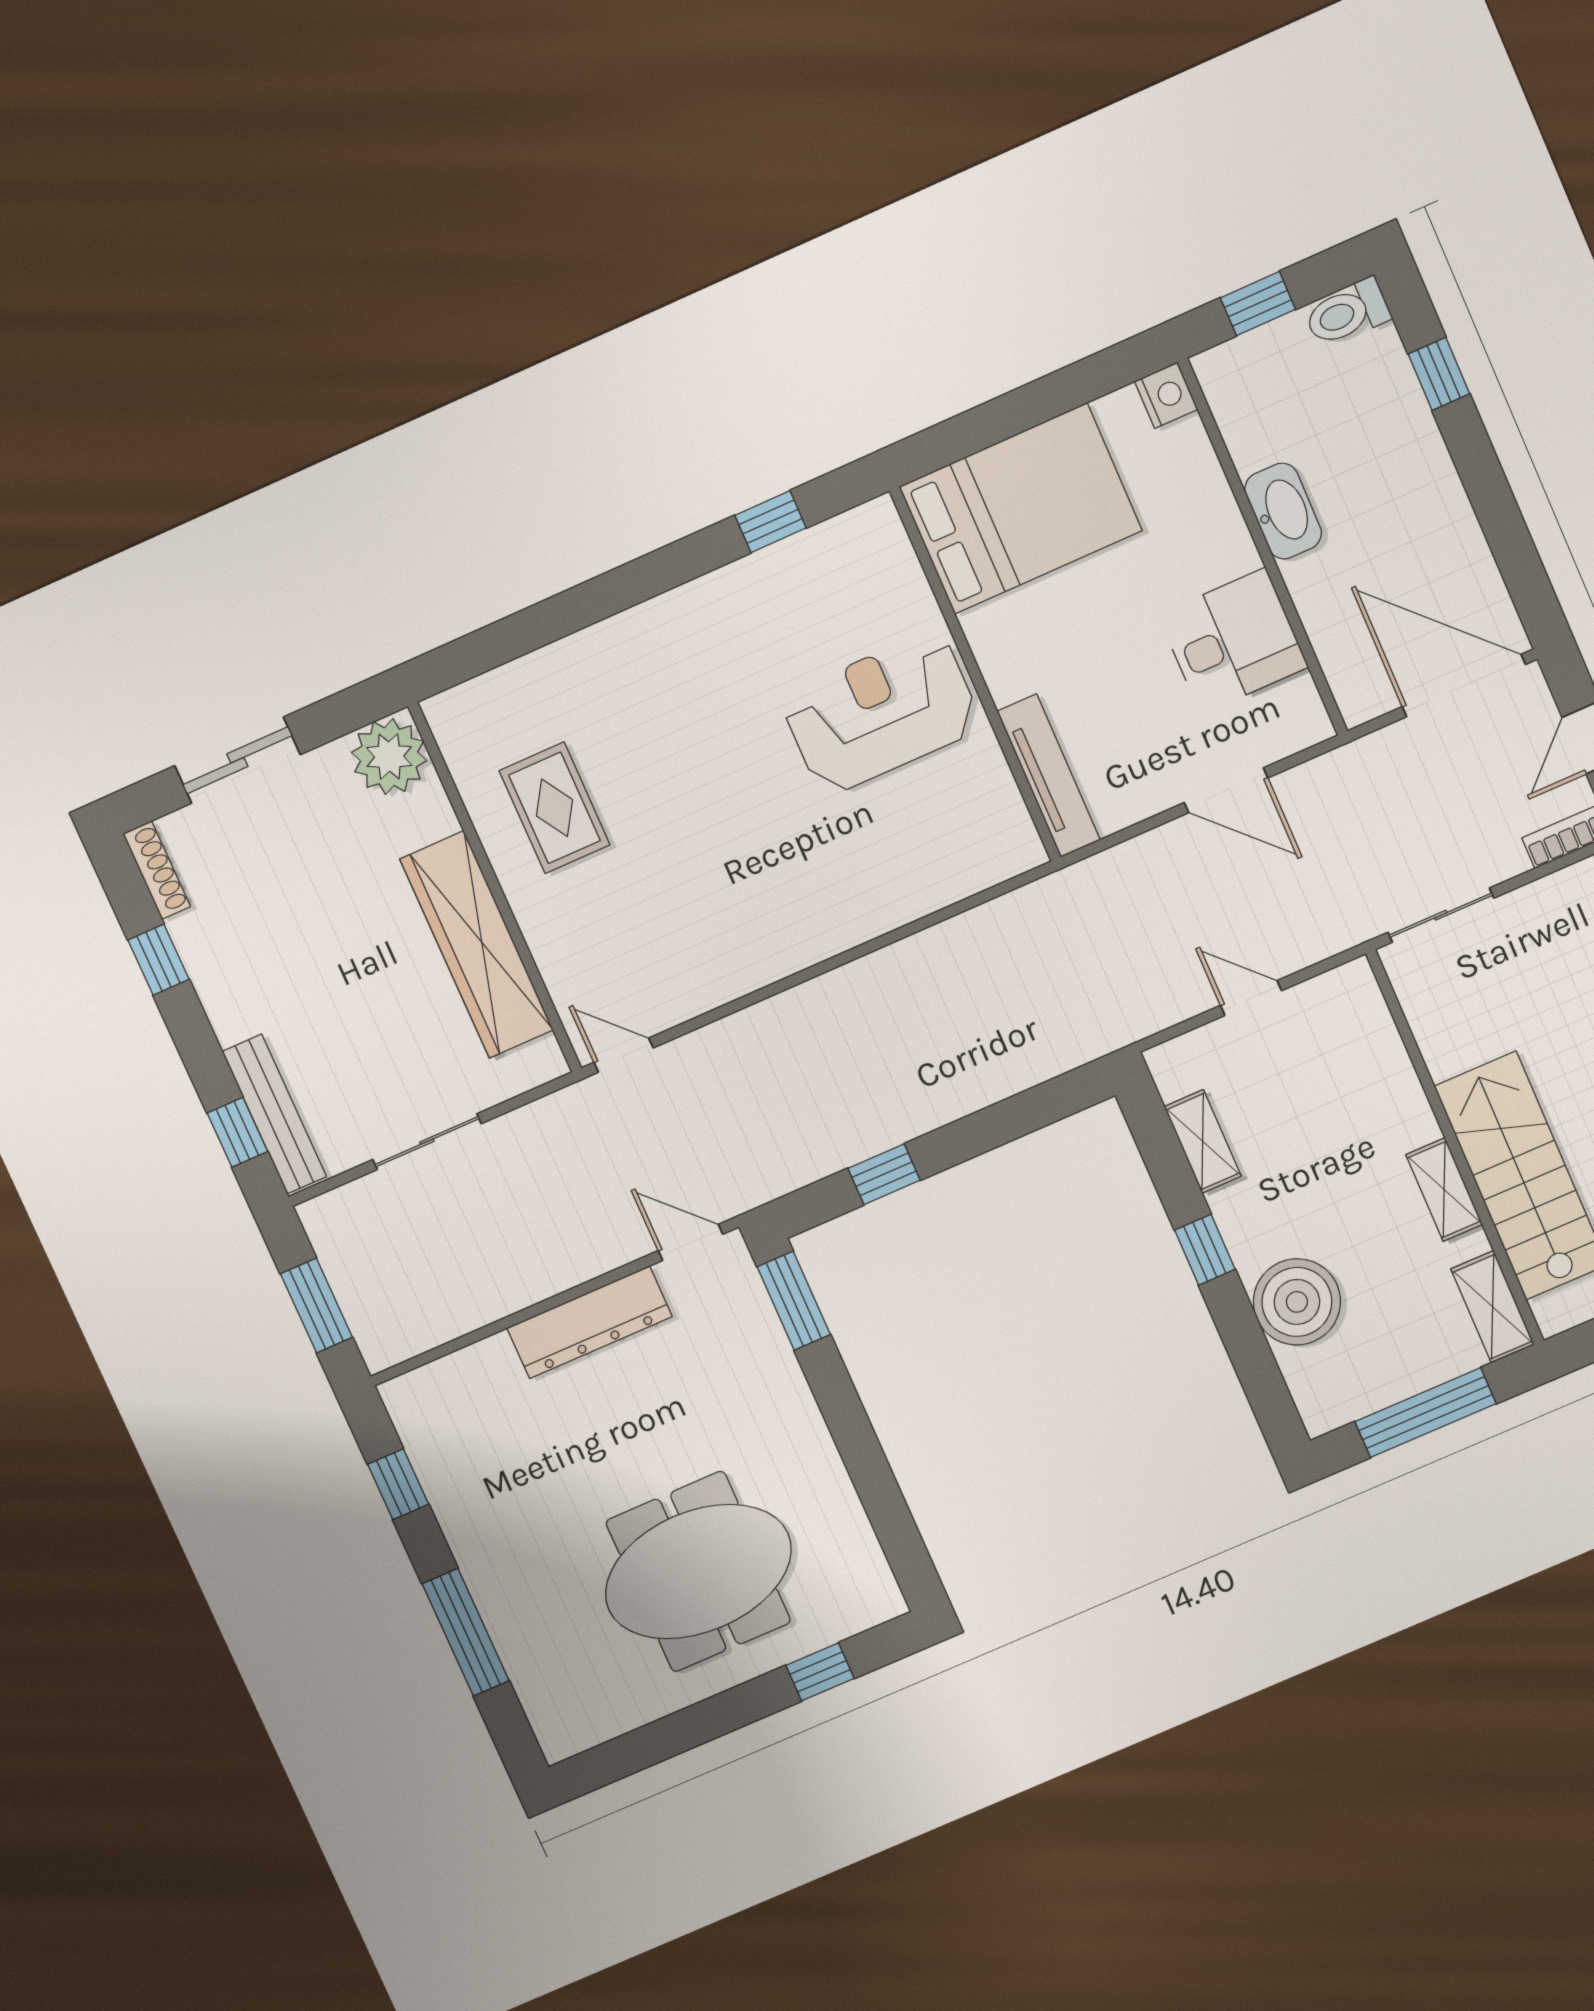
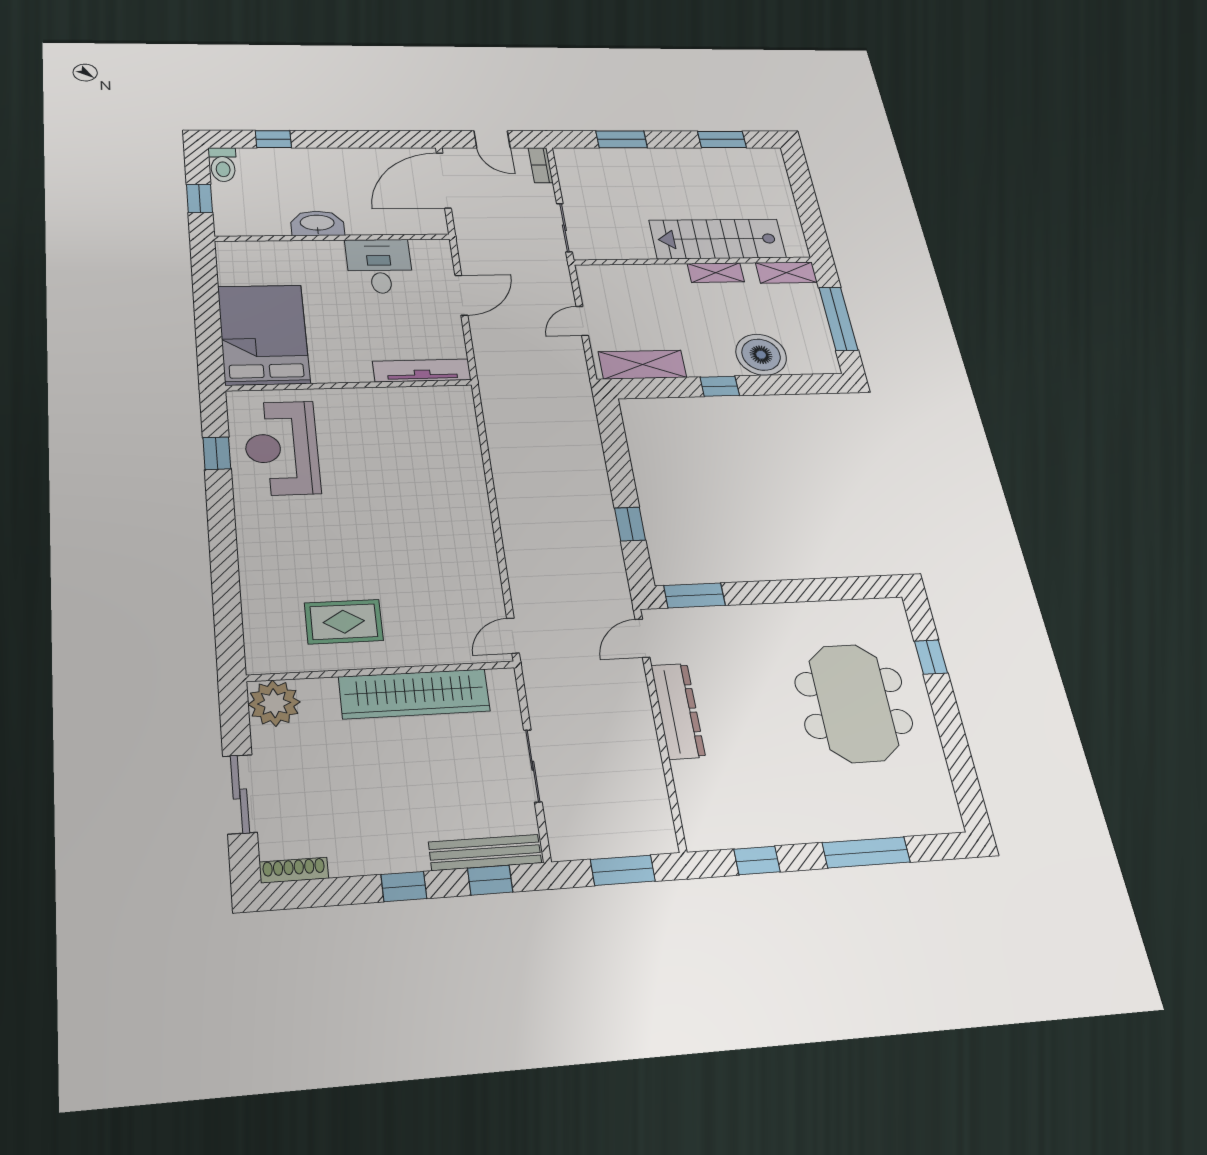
nightstand: (1166, 395) -> (230, 252), removed
reception desk: (881, 713) -> (282, 448), moved
window: (159, 960) -> (404, 886), moved
shelving: (1203, 1141) -> (642, 365), width x1.50, depth x1.33

